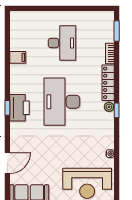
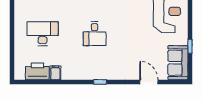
desk: (62, 102) -> (95, 34), width x0.53, depth x0.77
printer: (19, 108) -> (37, 71), moved

